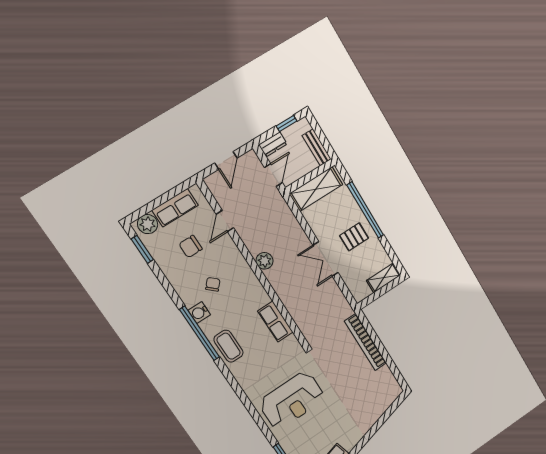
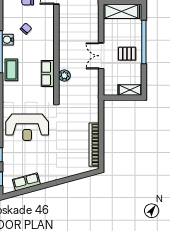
plant: (265, 261) -> (64, 75), moved
bookcase: (366, 342) -> (94, 145), moved

